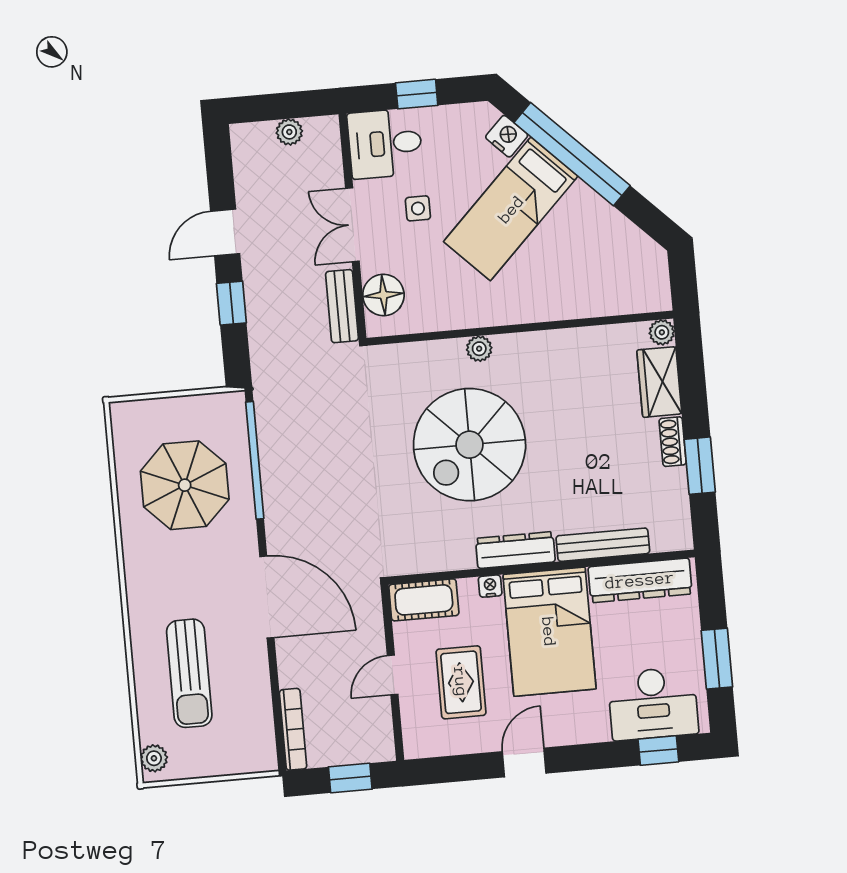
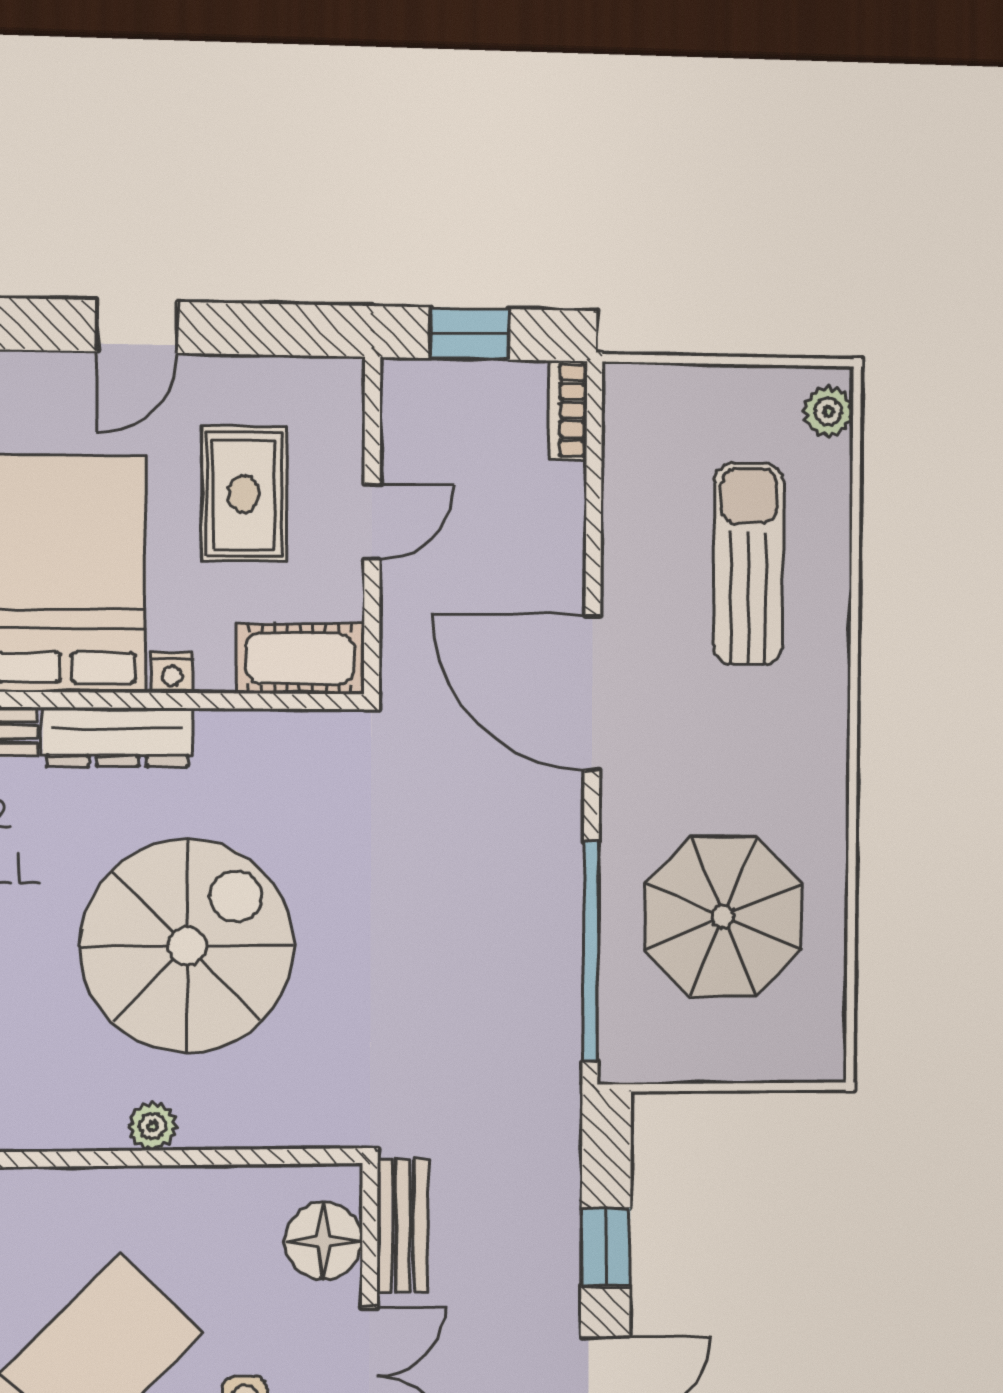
bookcase: (293, 729) -> (568, 410), width x0.64

